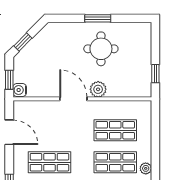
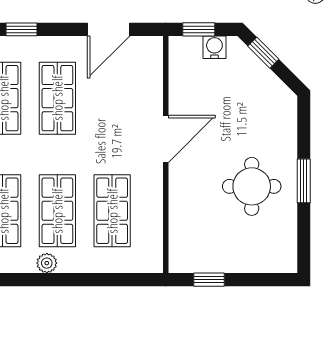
plant: (98, 89) -> (182, 181), removed
water cooler: (20, 90) -> (214, 47), moved

